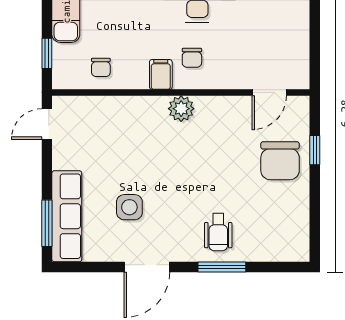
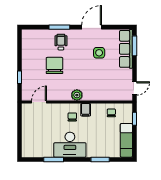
chair: (280, 161) -> (54, 65), moved

